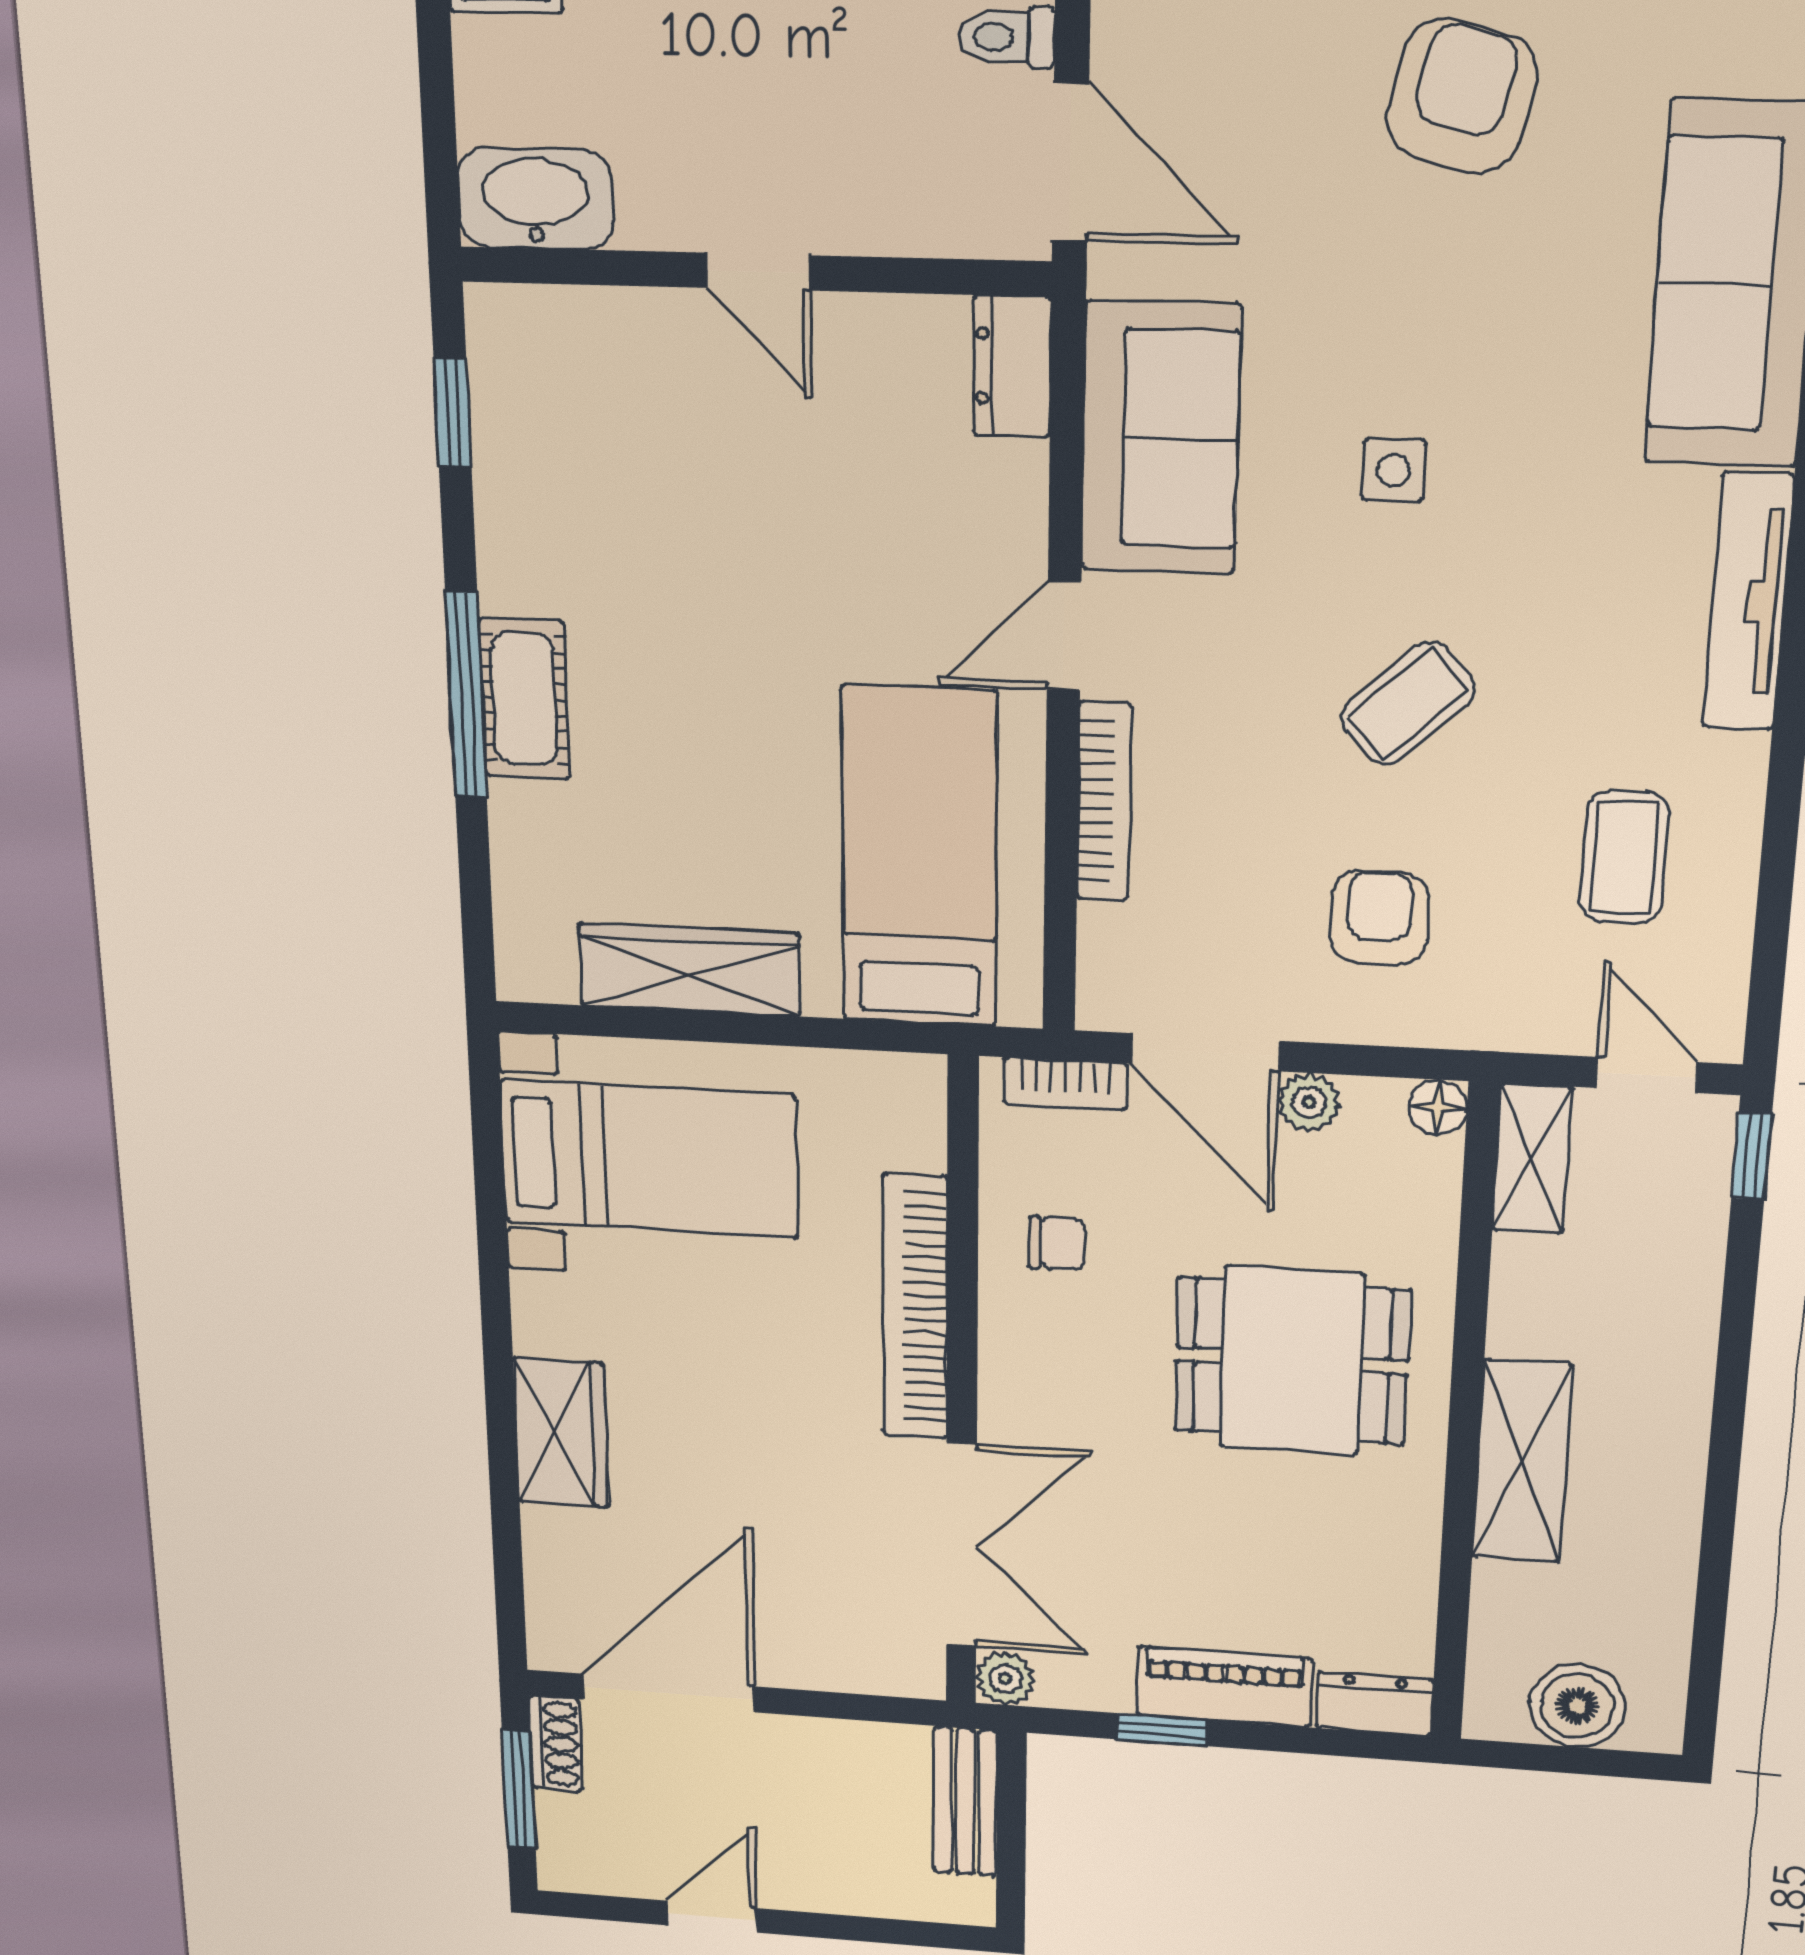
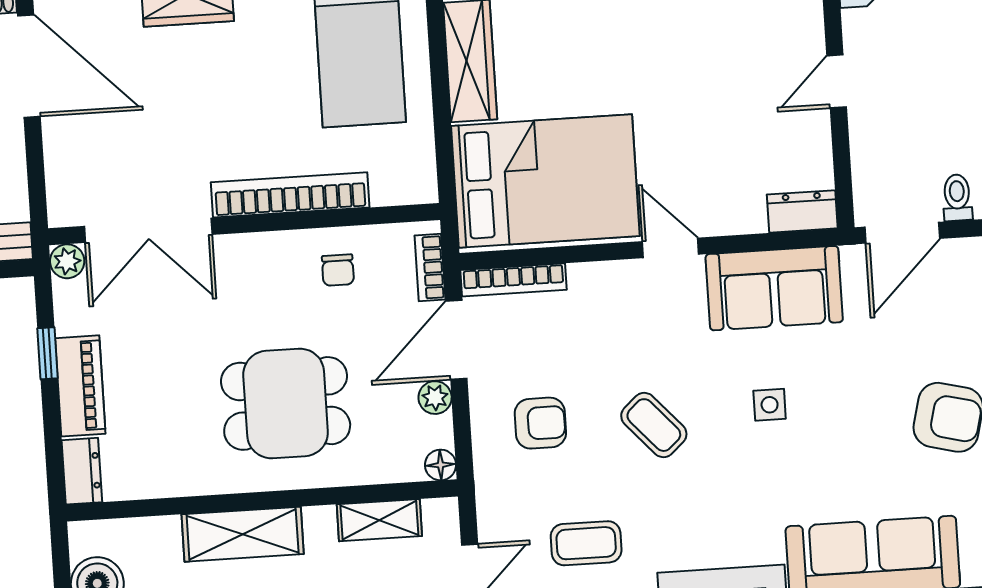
bookcase: (1104, 801) -> (514, 280), moved
bed: (919, 858) -> (545, 181), width x1.50
shelving: (1532, 1159) -> (379, 520), moved
dining table: (1292, 1361) -> (286, 403), turned 90

